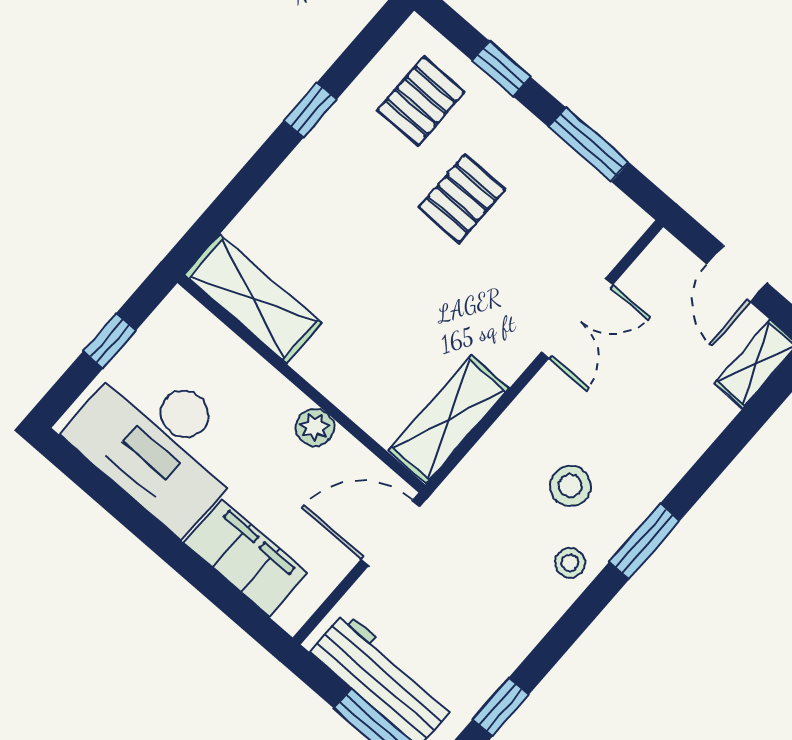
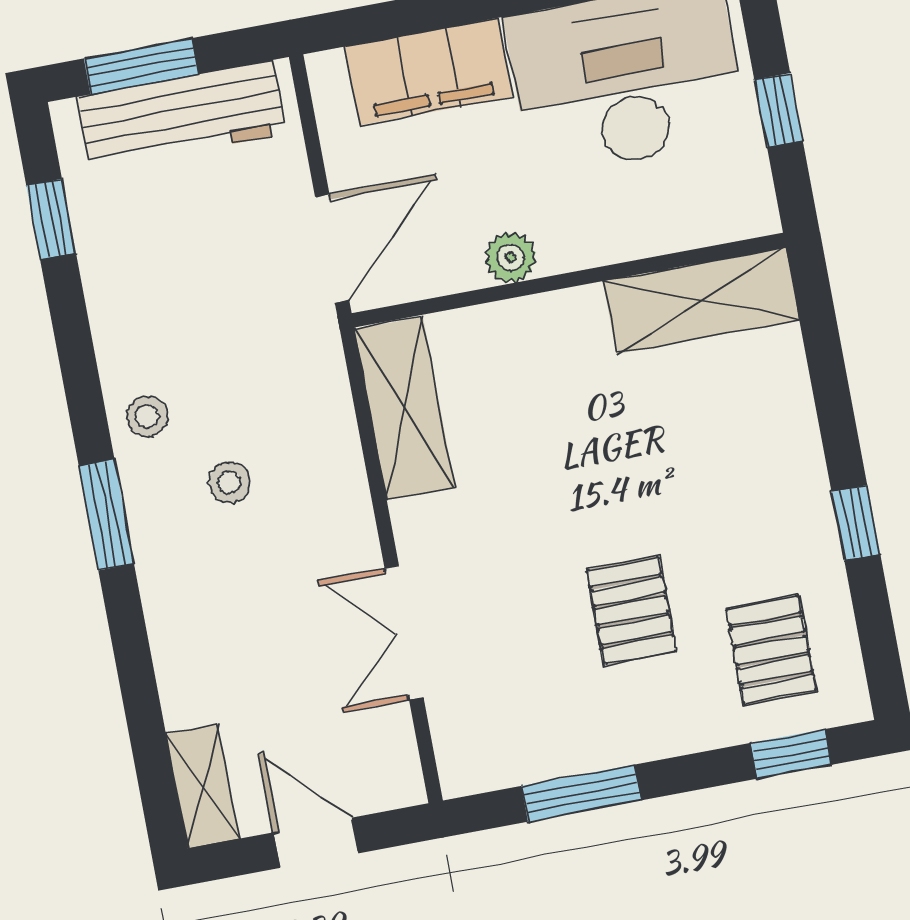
window: (501, 69) -> (791, 754), moved
stool: (570, 486) -> (230, 482), width x0.73, depth x0.73

